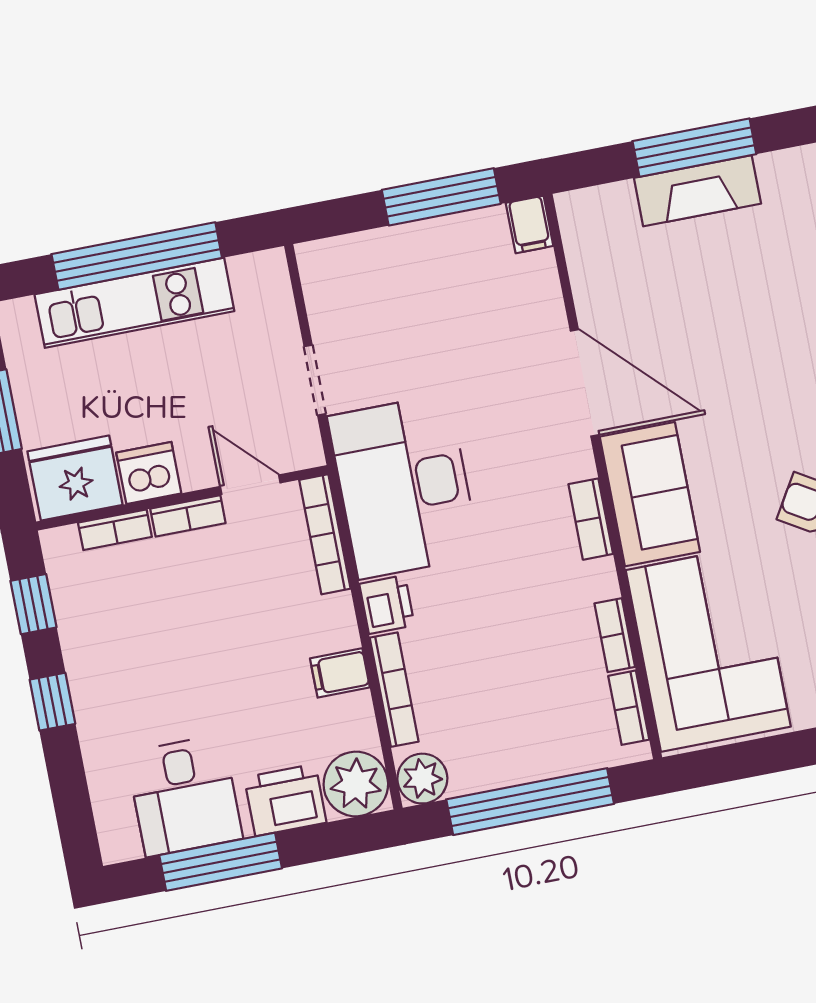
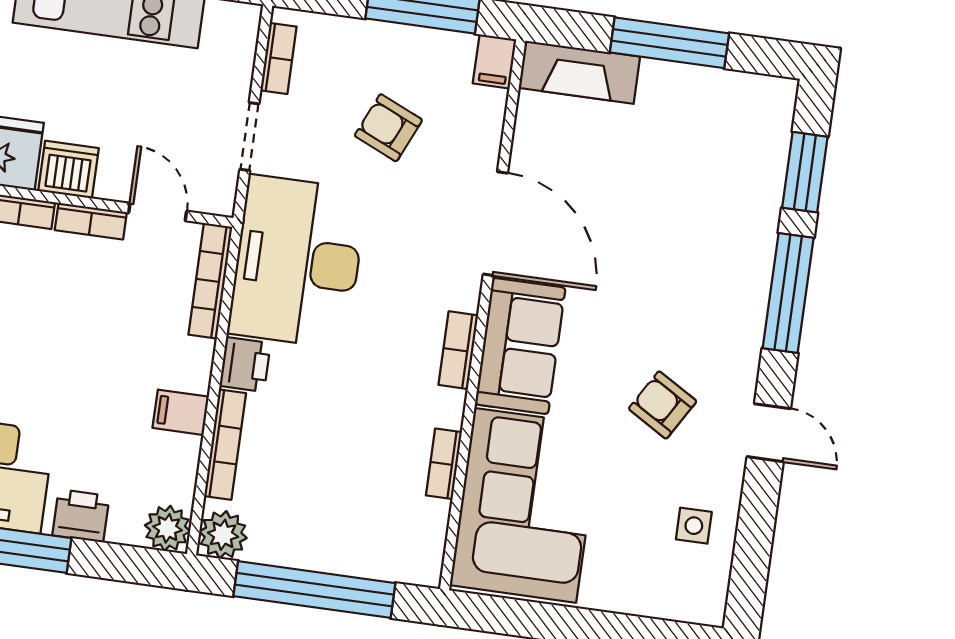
fireplace: (697, 191) -> (579, 72), moved
armchair: (448, 325) -> (388, 128), added
bookcase: (629, 708) -> (278, 58), moved, turned 180
plant: (356, 784) -> (168, 528), width x0.73, depth x0.73
printer: (285, 800) -> (81, 516), width x0.73, depth x0.81

